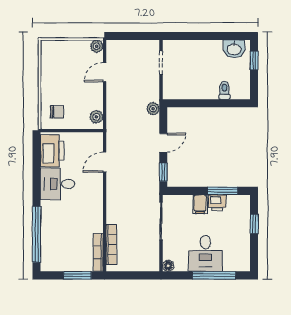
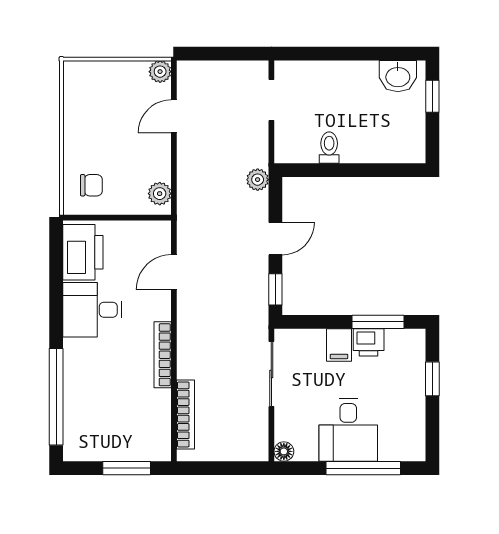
toilet: (224, 90) -> (329, 148), moved
bookcase: (98, 252) -> (163, 355), moved

